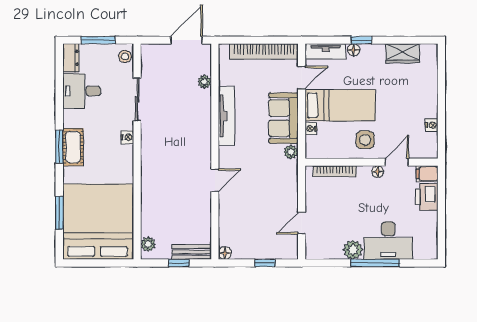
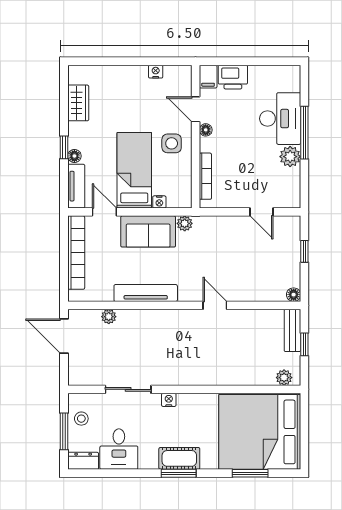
stool: (125, 56) -> (81, 419), moved

